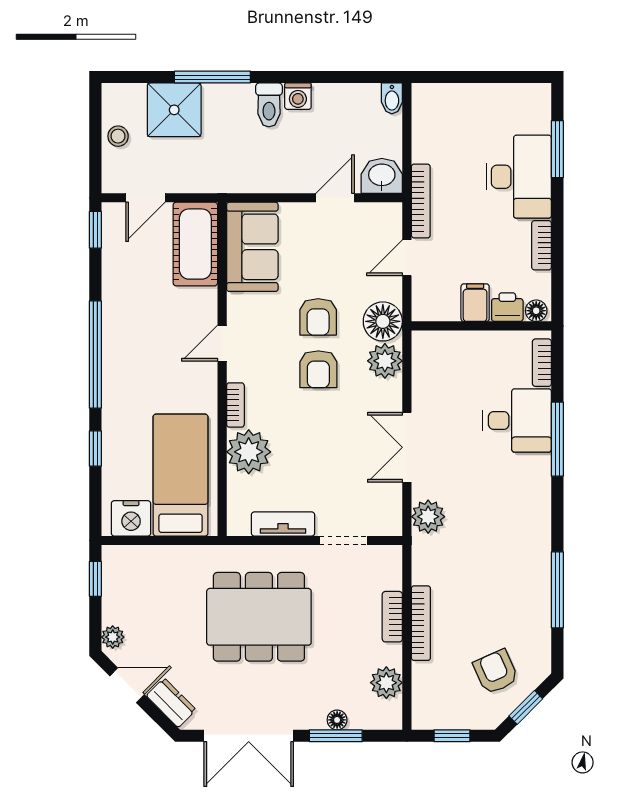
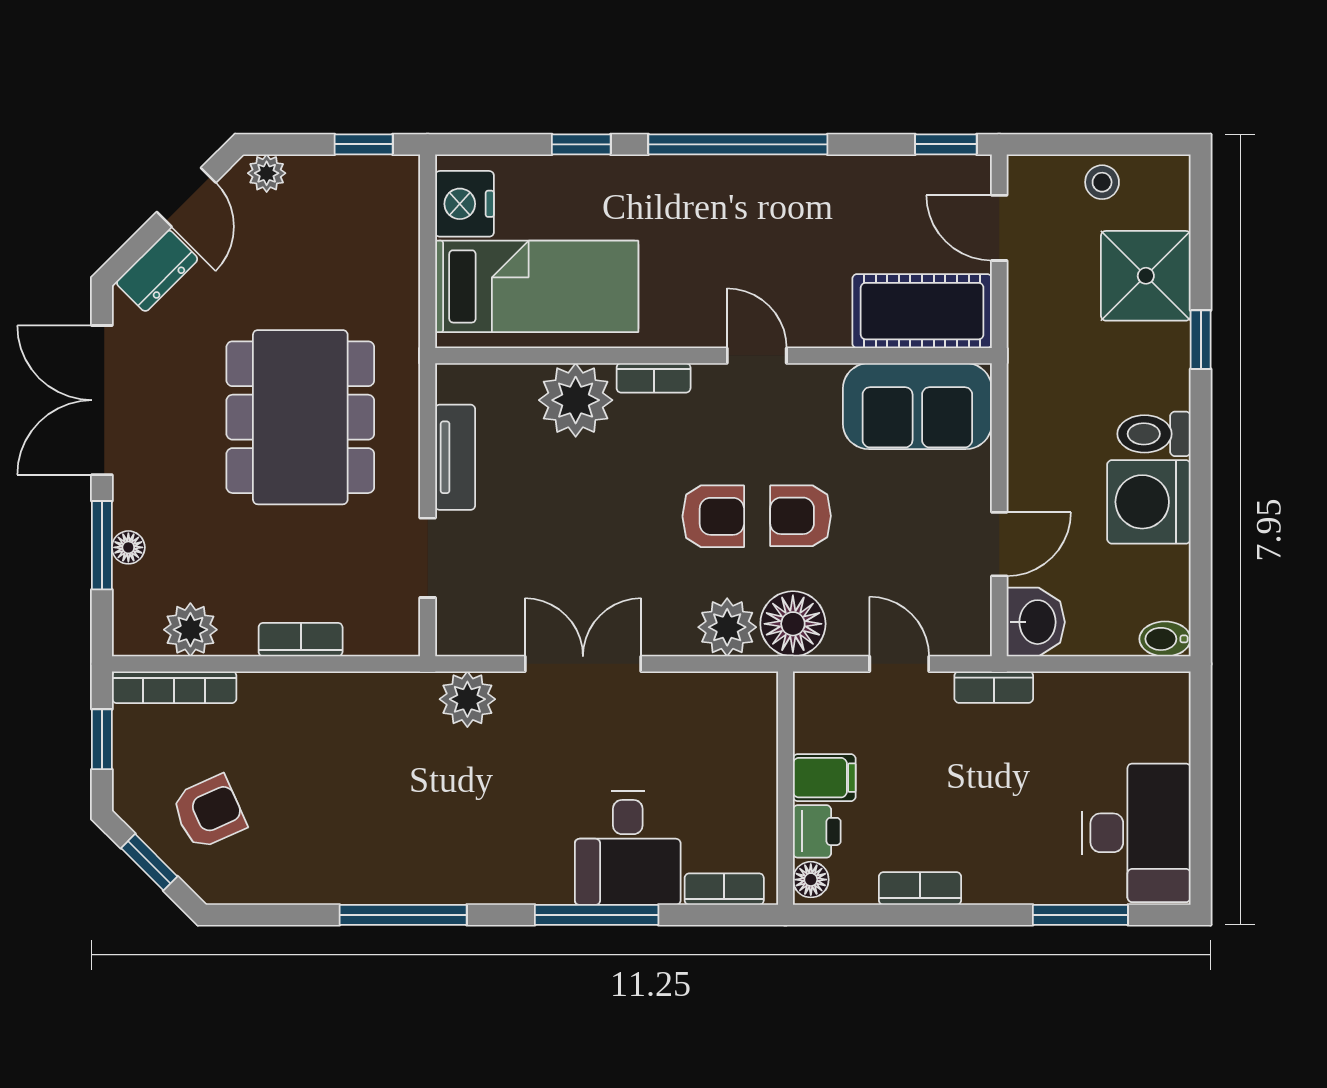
window: (212, 77) -> (1201, 340), width x0.46
washing machine: (298, 96) -> (1149, 502), width x1.89, depth x1.89
desk: (519, 177) -> (1136, 833), moved, turned -90
door: (335, 198) -> (999, 544), hinge flipped
bookcase: (421, 201) -> (994, 687), width x0.64
armchair: (318, 369) -> (713, 516), turned 180
window: (557, 590) -> (403, 915), moved
bookcase: (421, 623) -> (174, 687), moved

